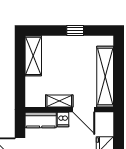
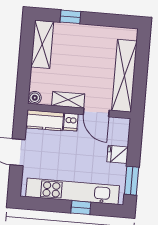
window: (75, 31) -> (70, 17), moved
boiler: (31, 102) -> (35, 98), added

